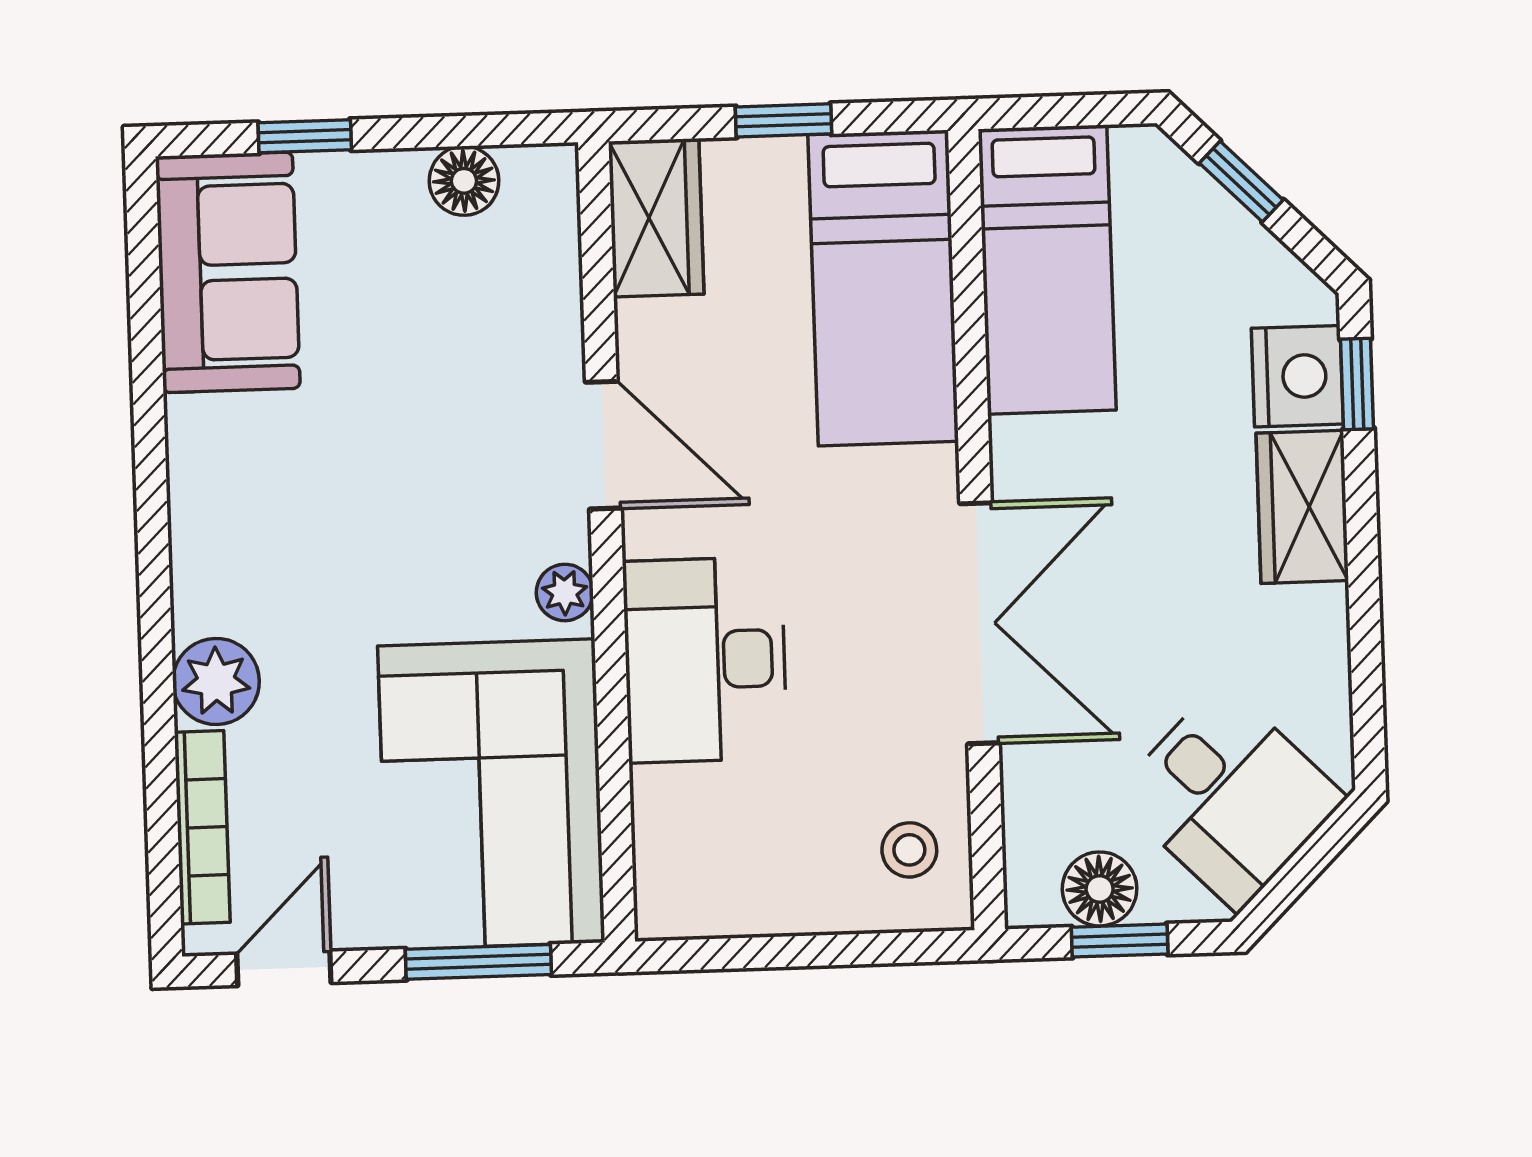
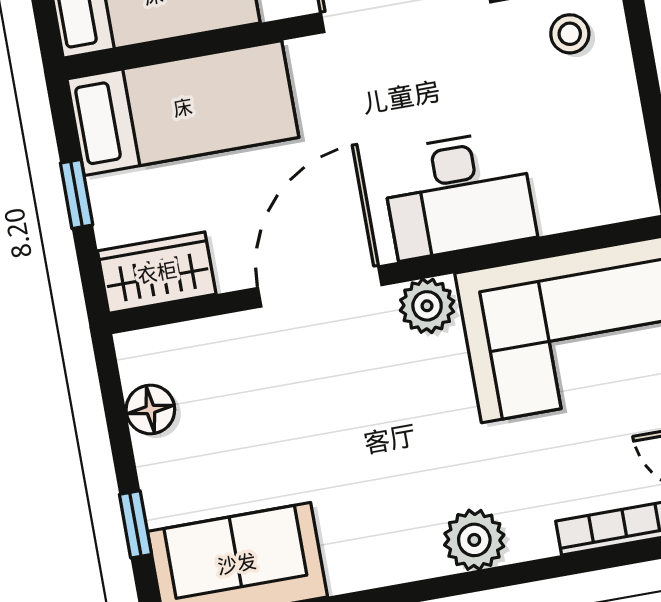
door: (603, 445) -> (320, 286), width x1.36
plant: (565, 592) -> (427, 306), width x1.38, depth x1.38
plant: (216, 681) -> (474, 540), moved

